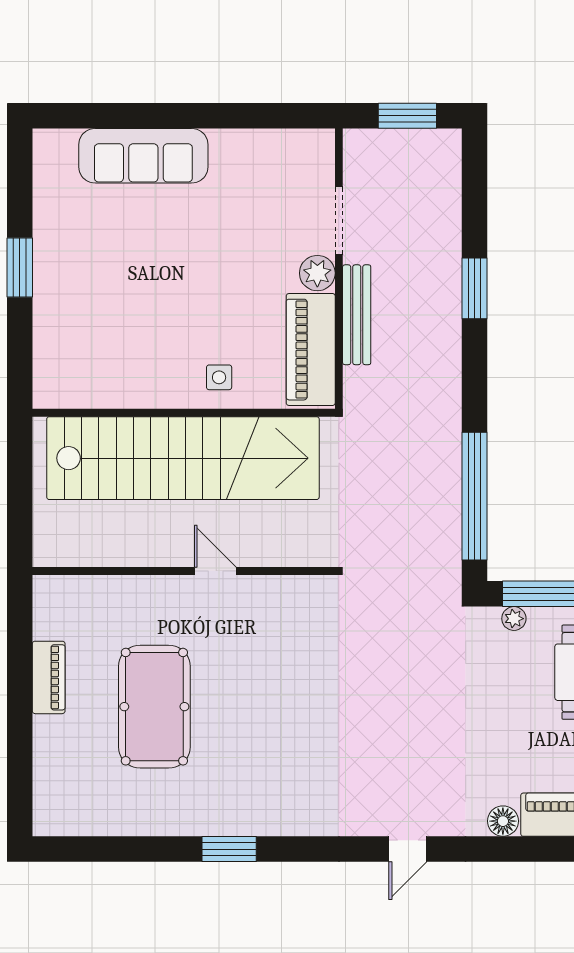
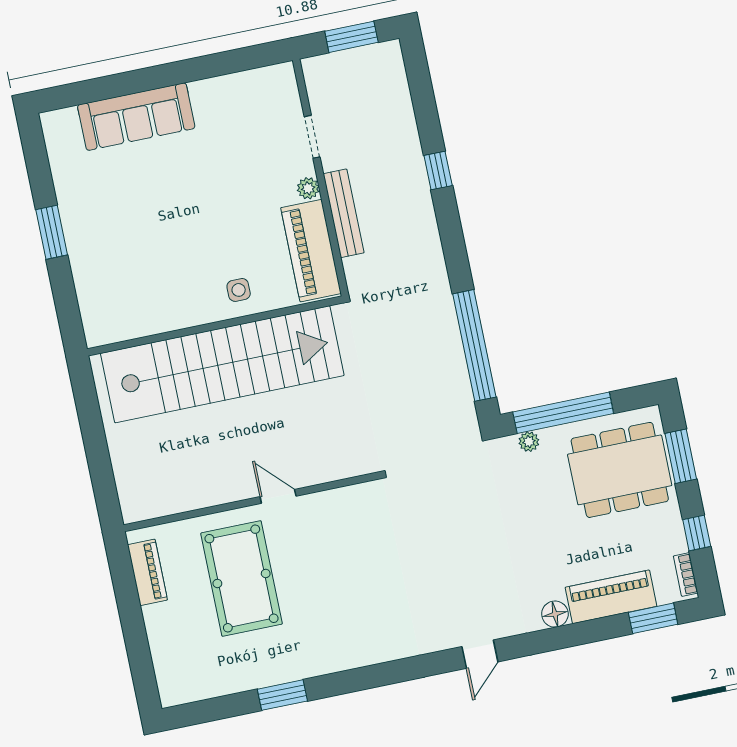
doorway: (339, 220) -> (312, 137), width x0.73
plant: (317, 273) -> (308, 188), width x0.73, depth x0.73
window: (474, 288) -> (438, 170), width x0.67
wall: (184, 571) -> (251, 502), moved
door: (215, 571) -> (278, 496), moved
window: (229, 849) -> (282, 695), moved

